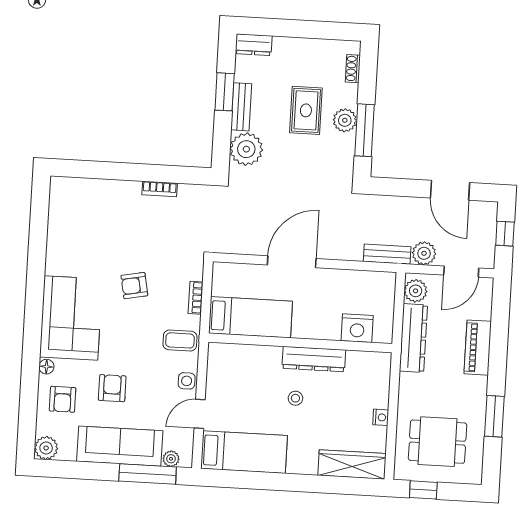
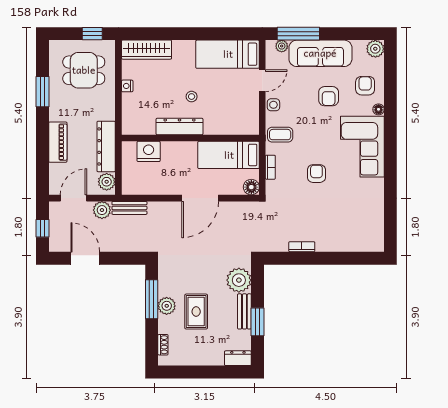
floor lamp: (223, 273) -> (251, 187), added
armchair: (134, 286) -> (316, 174), turned -79

